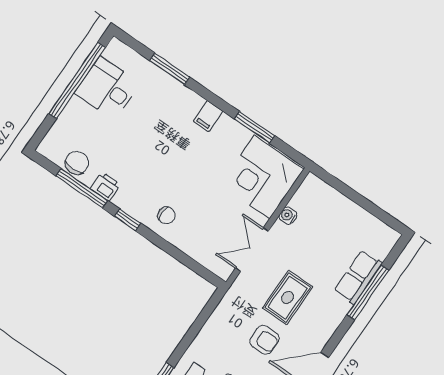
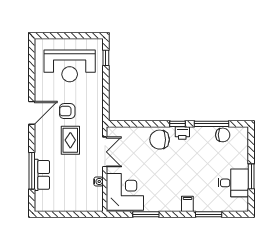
window: (77, 81) -> (251, 176), width x0.47
filing cabinet: (208, 116) -> (187, 204), moved
chair: (77, 163) -> (223, 135), turned -90
printer: (105, 186) -> (182, 133), moved
chair: (166, 215) -> (160, 140), width x1.87, depth x1.87

